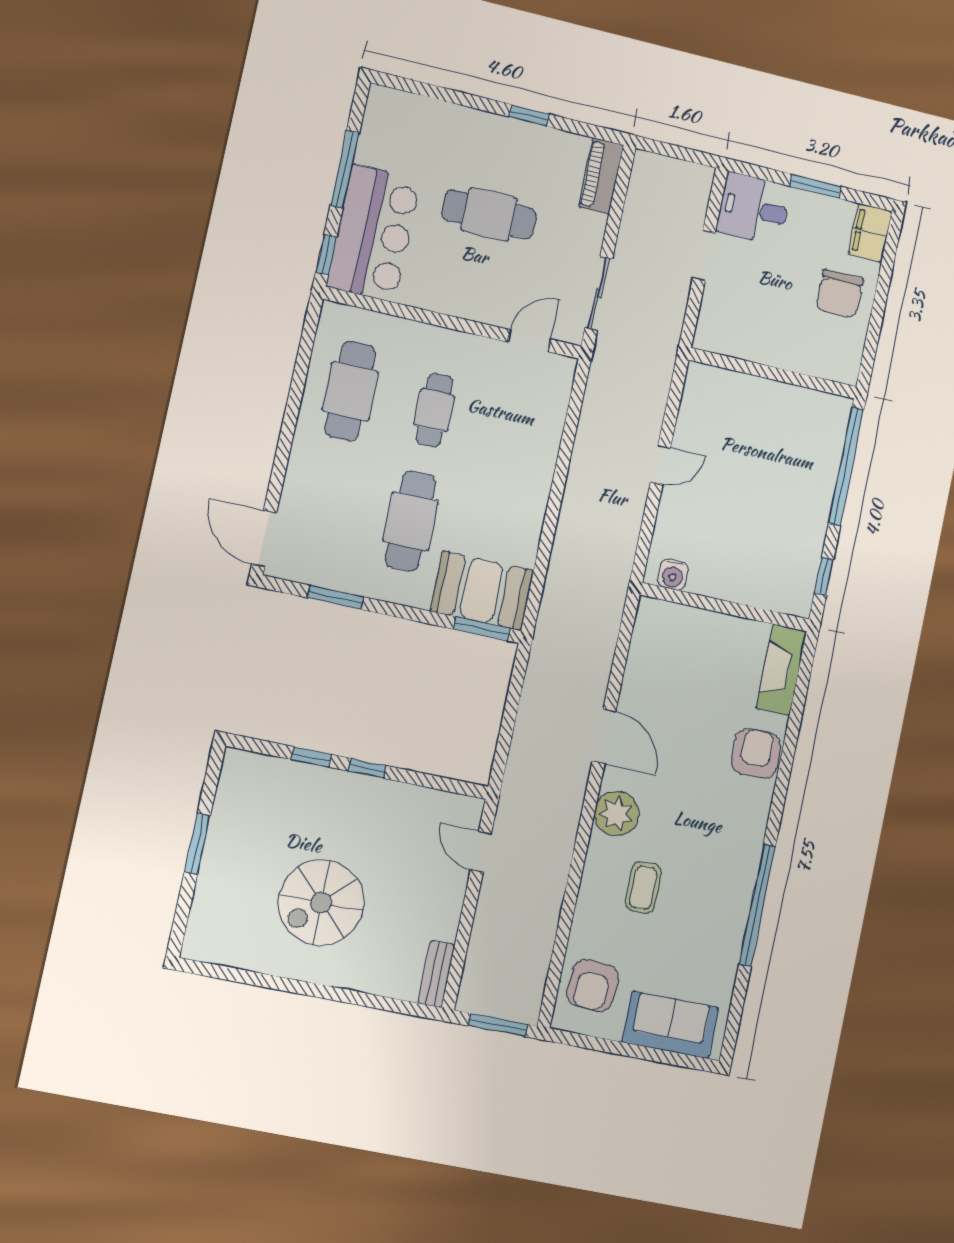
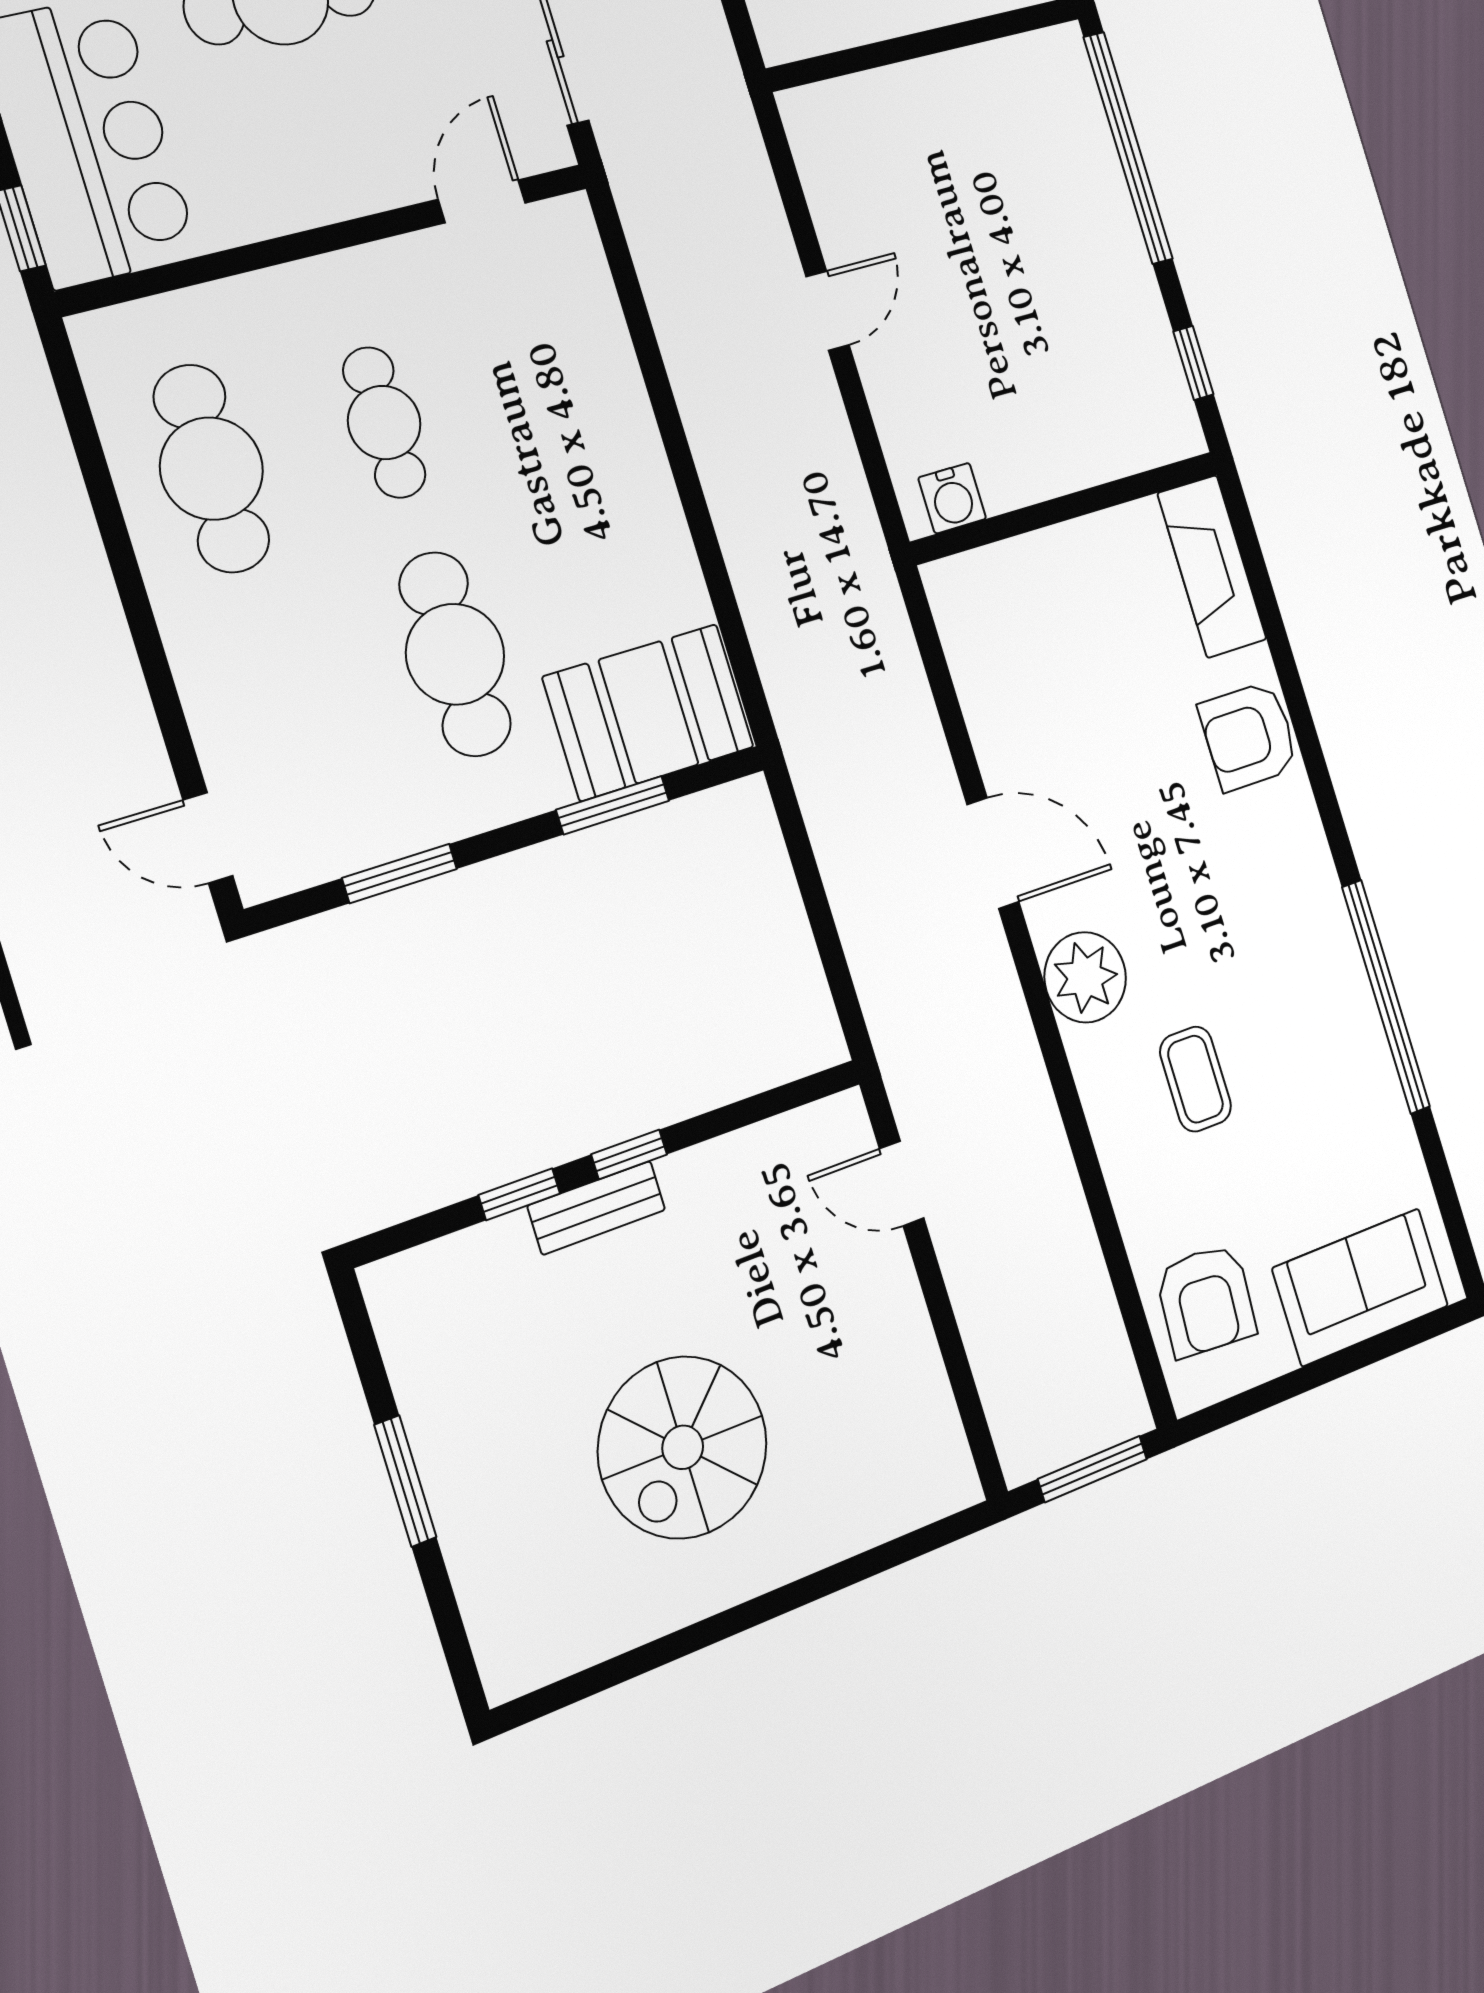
door: (264, 539) -> (208, 838), width x0.73
window: (481, 629) -> (613, 805), moved
armchair: (756, 754) -> (1249, 736), turned -90
bench: (436, 974) -> (596, 1208), moved, turned 90

